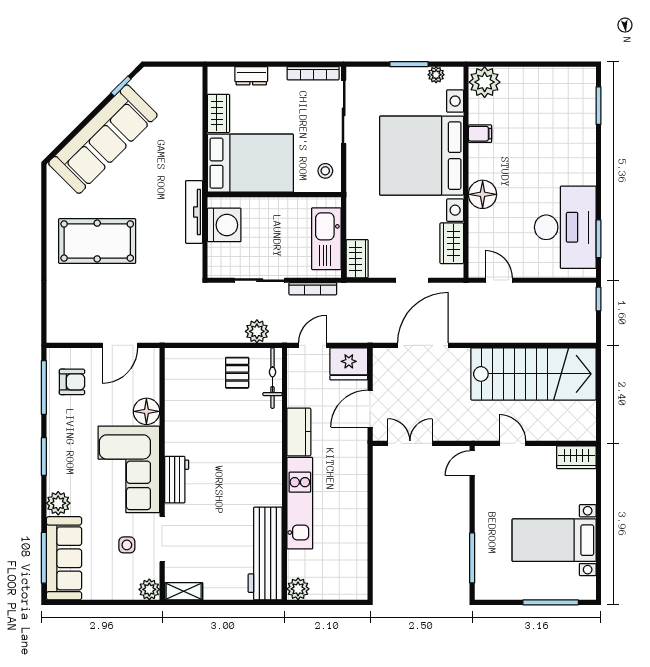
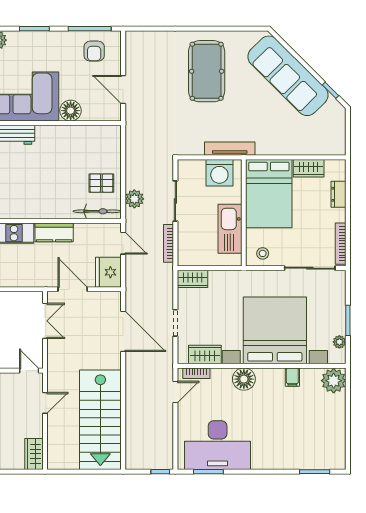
kitchen sink: (326, 239) -> (230, 229), moved, turned -90
bookcase: (475, 254) -> (196, 373), added

